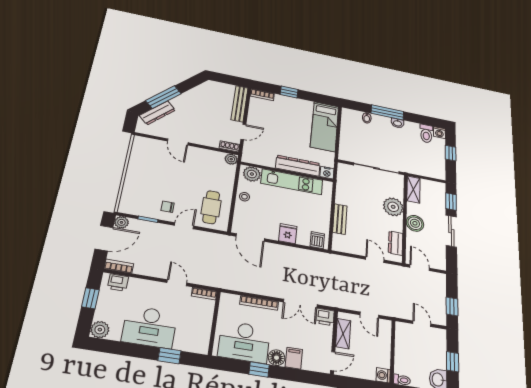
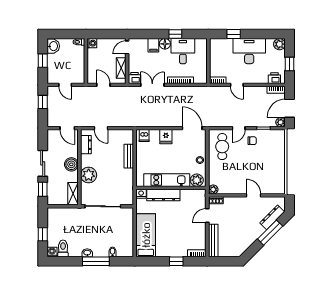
desk: (244, 342) -> (183, 51), width x0.73

